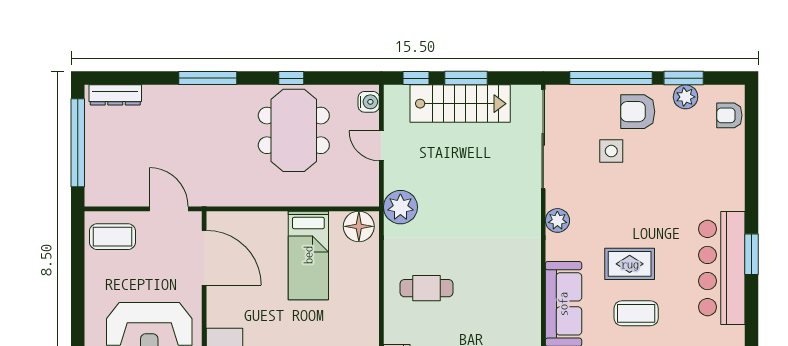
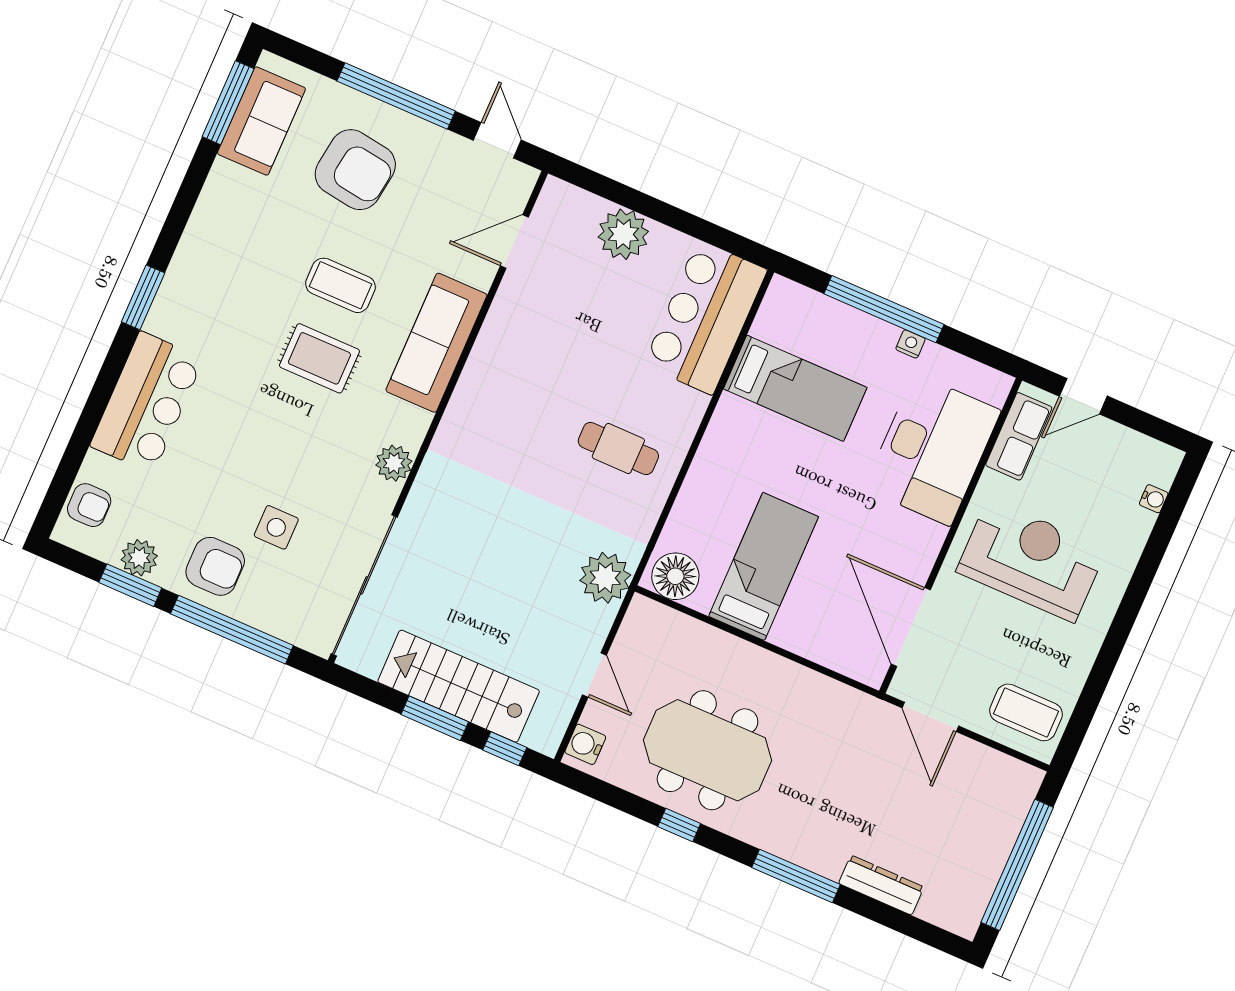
dresser: (115, 95) -> (881, 885), moved
meeting table: (294, 130) -> (708, 750), turned 90
bar counter: (722, 268) -> (147, 402), moved, width x0.73

